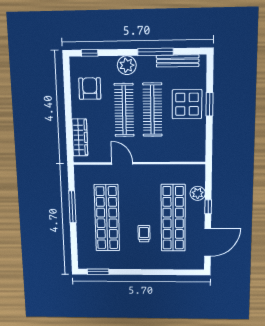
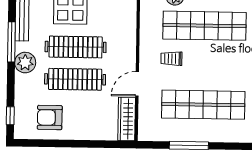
plant: (127, 65) -> (25, 63), moved
wardrobe: (80, 137) -> (127, 119), moved, turned -90
trolley: (144, 234) -> (171, 59), moved

